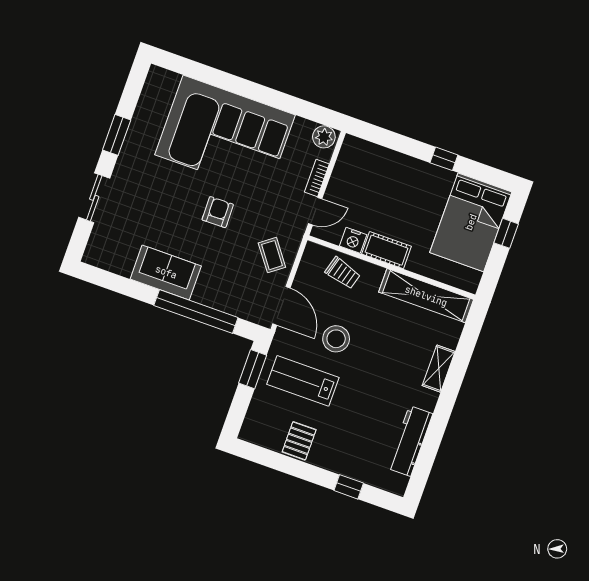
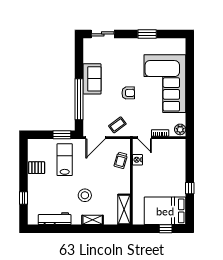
sliding door: (94, 198) -> (103, 34), moved
cot: (387, 250) -> (138, 177), removed
shelving: (426, 296) -> (124, 209), width x0.68
stool: (336, 339) -> (85, 195), moved

